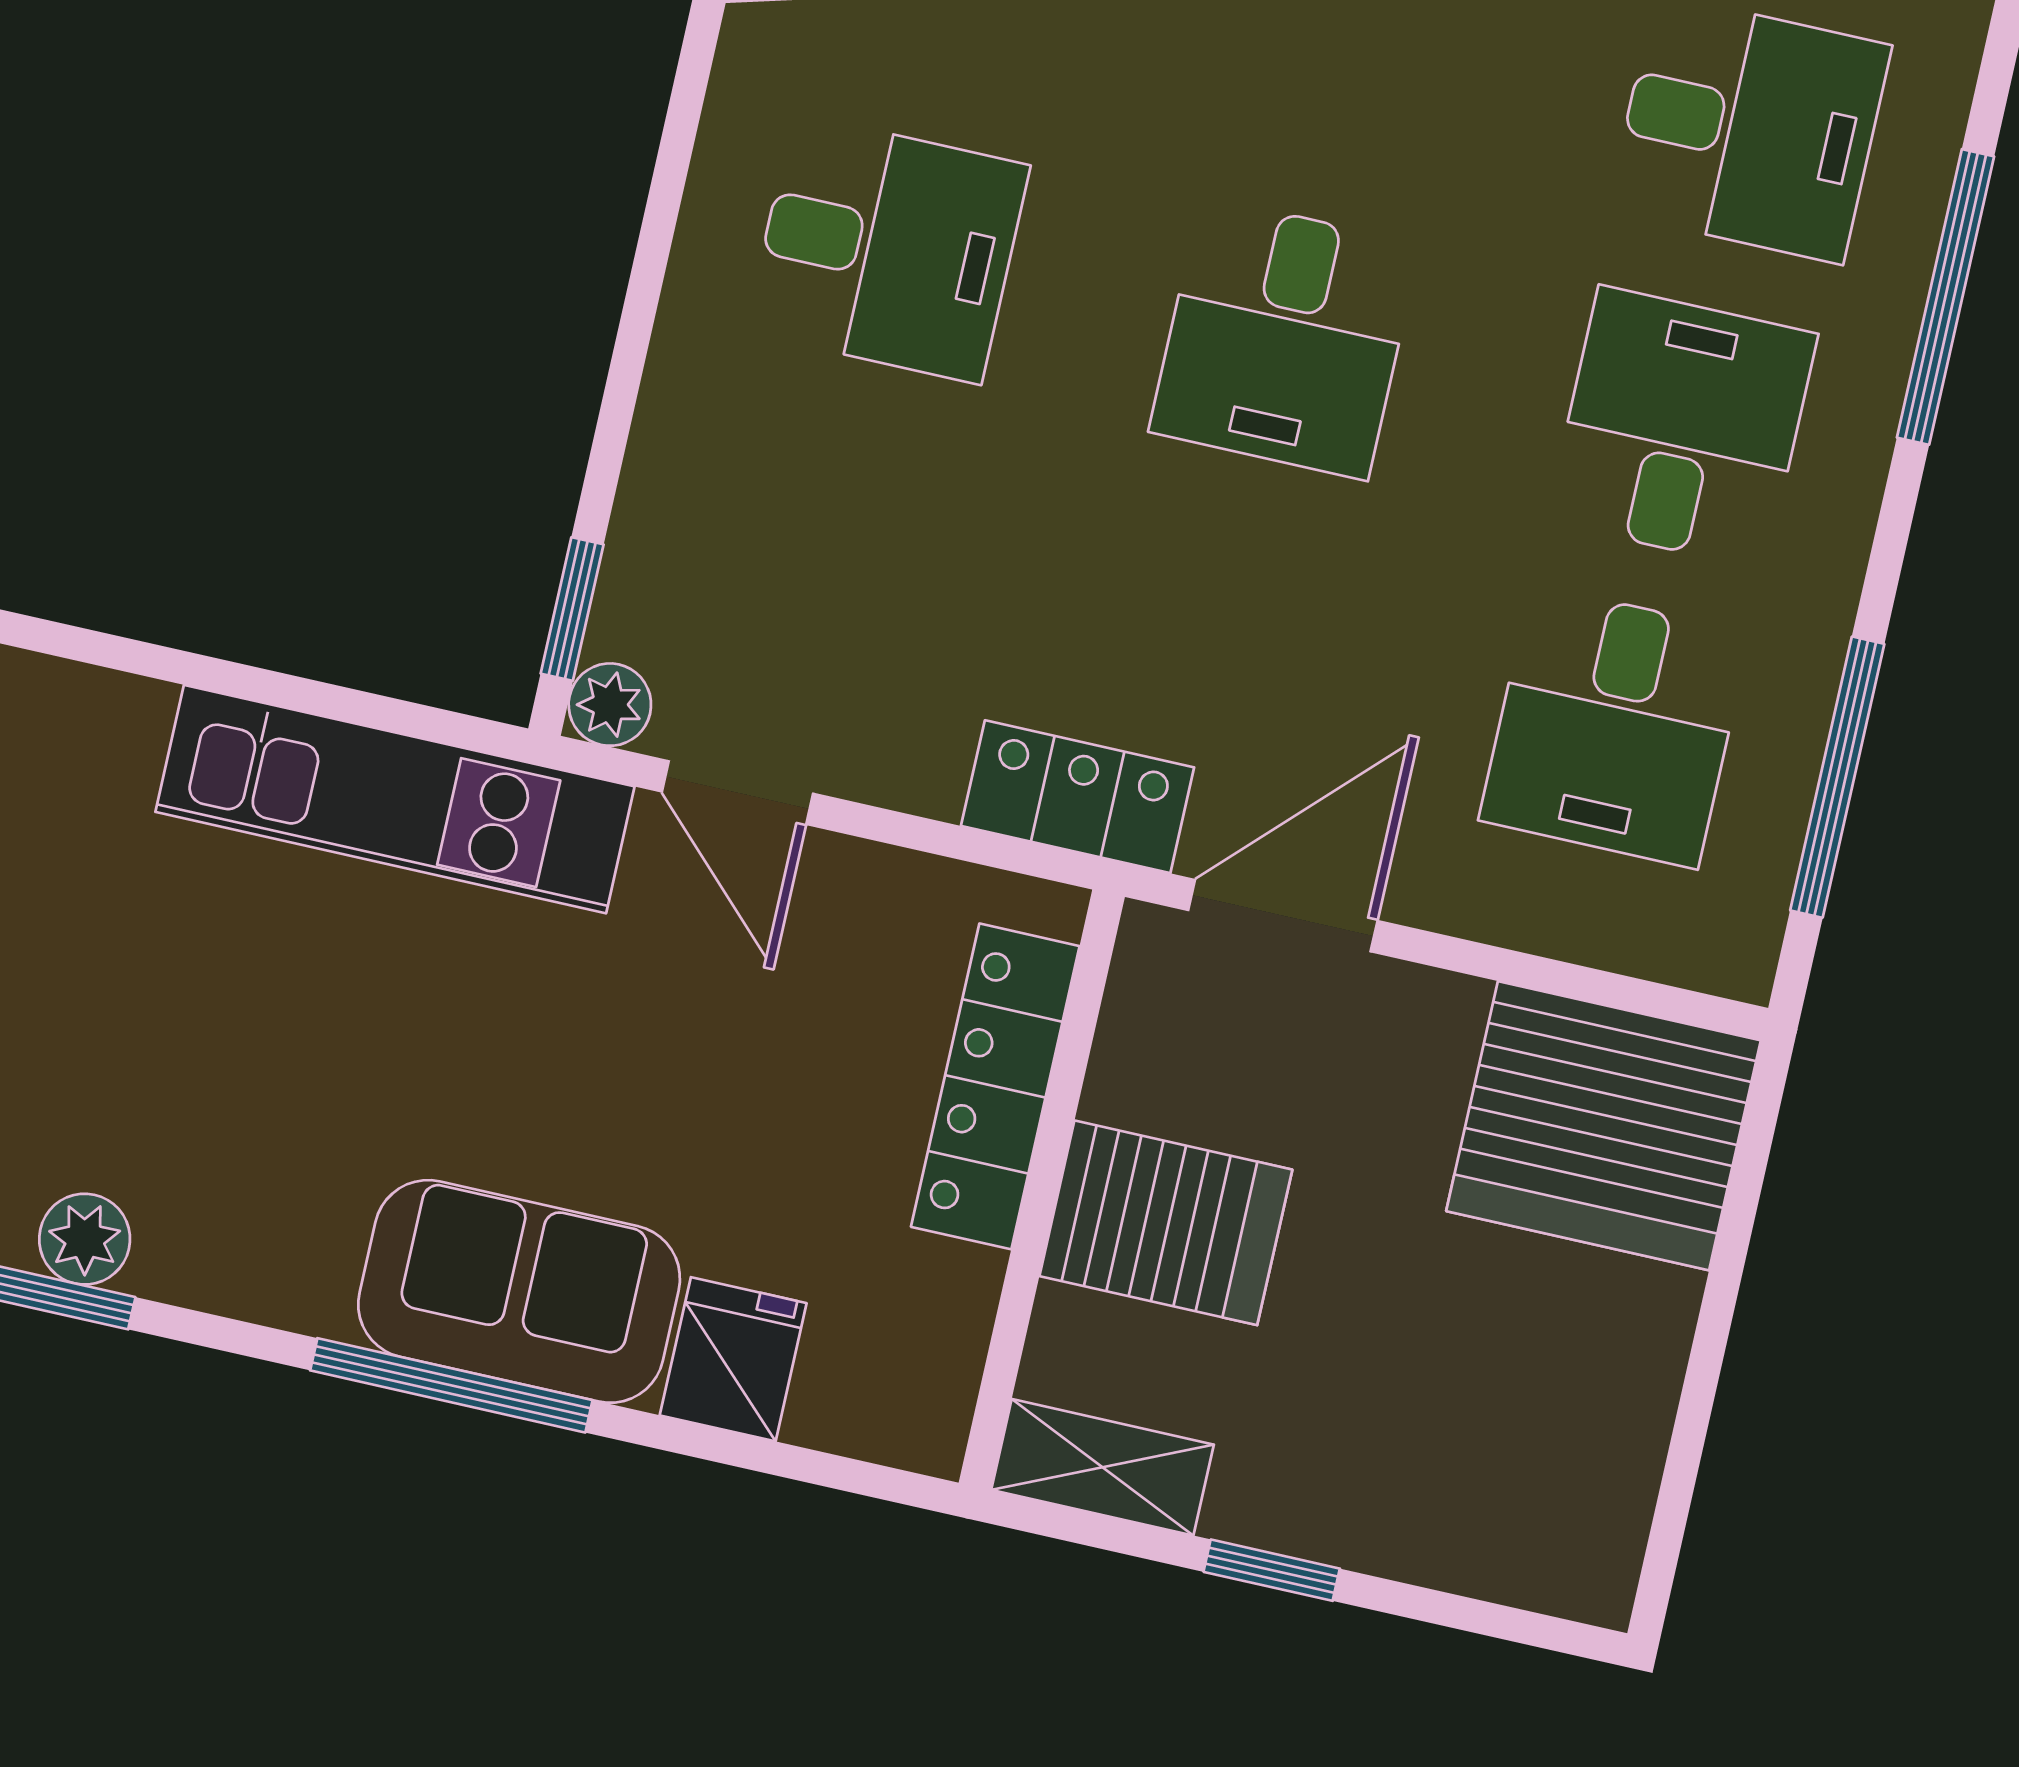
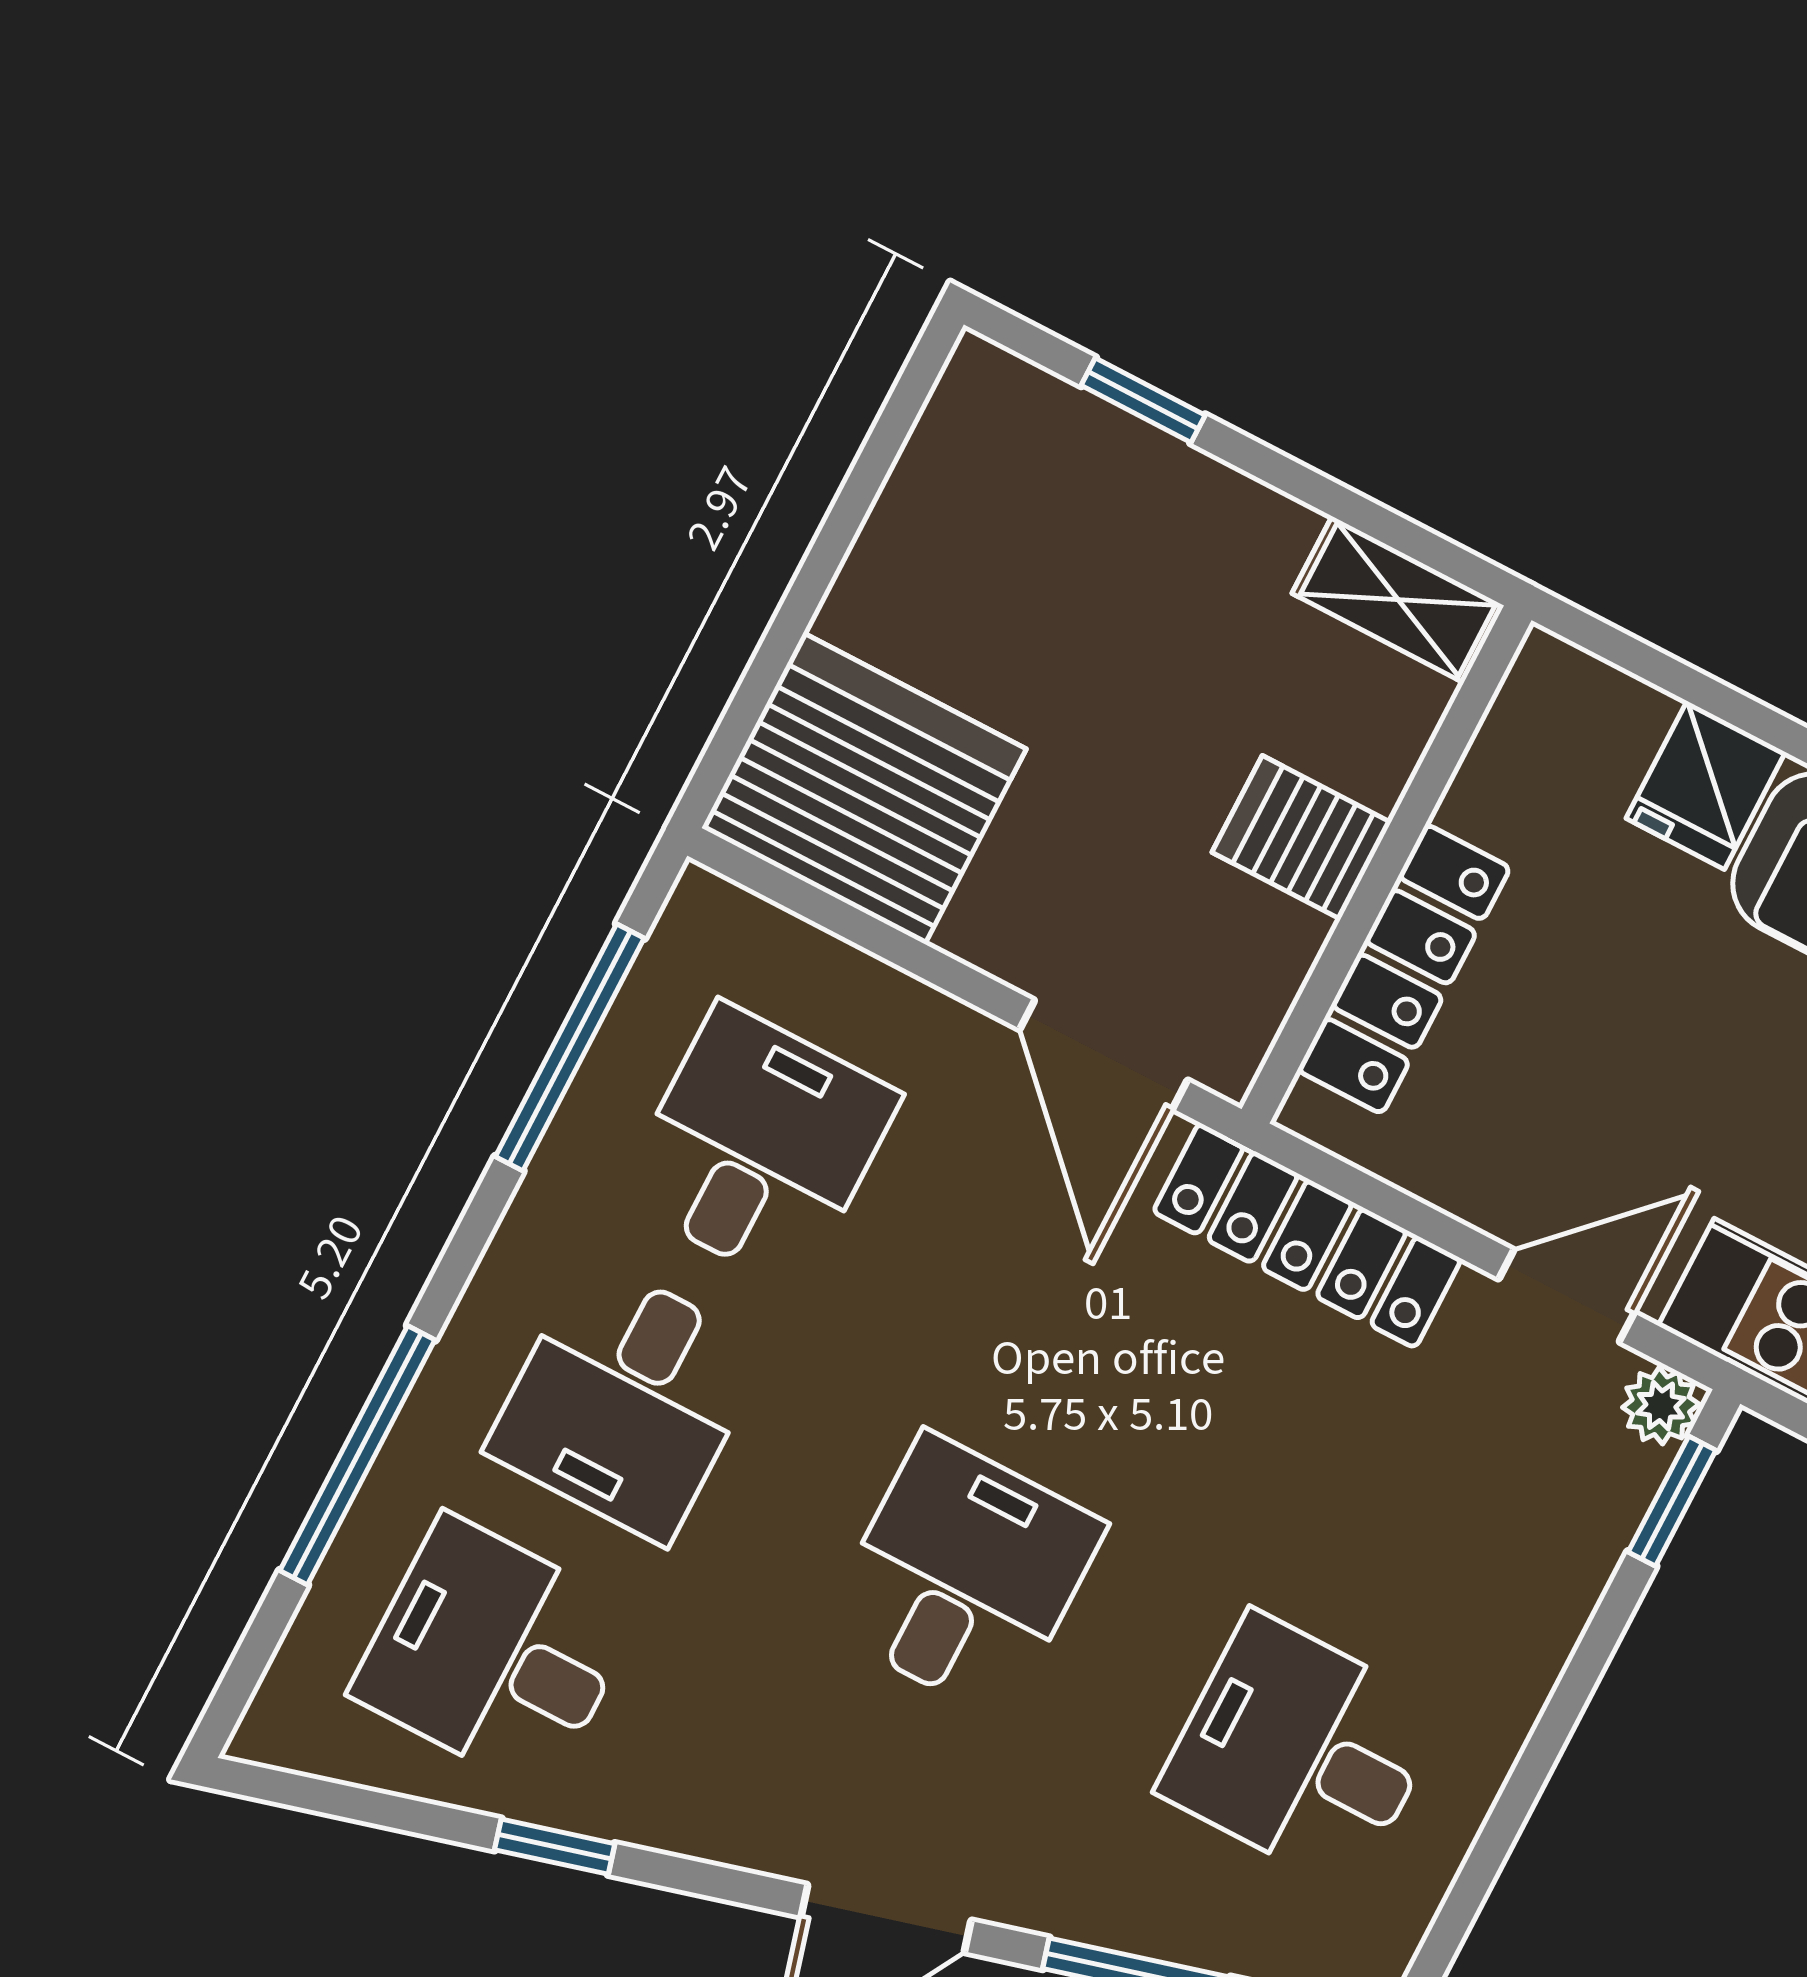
door: (738, 793) -> (1567, 1296), hinge flipped
locker: (1078, 797) -> (1307, 1235), width x1.53
door: (1283, 916) -> (1103, 1055), hinge flipped
server rack: (1166, 1223) -> (1301, 837), width x0.73, depth x0.70
window: (1272, 1570) -> (1143, 400), moved

